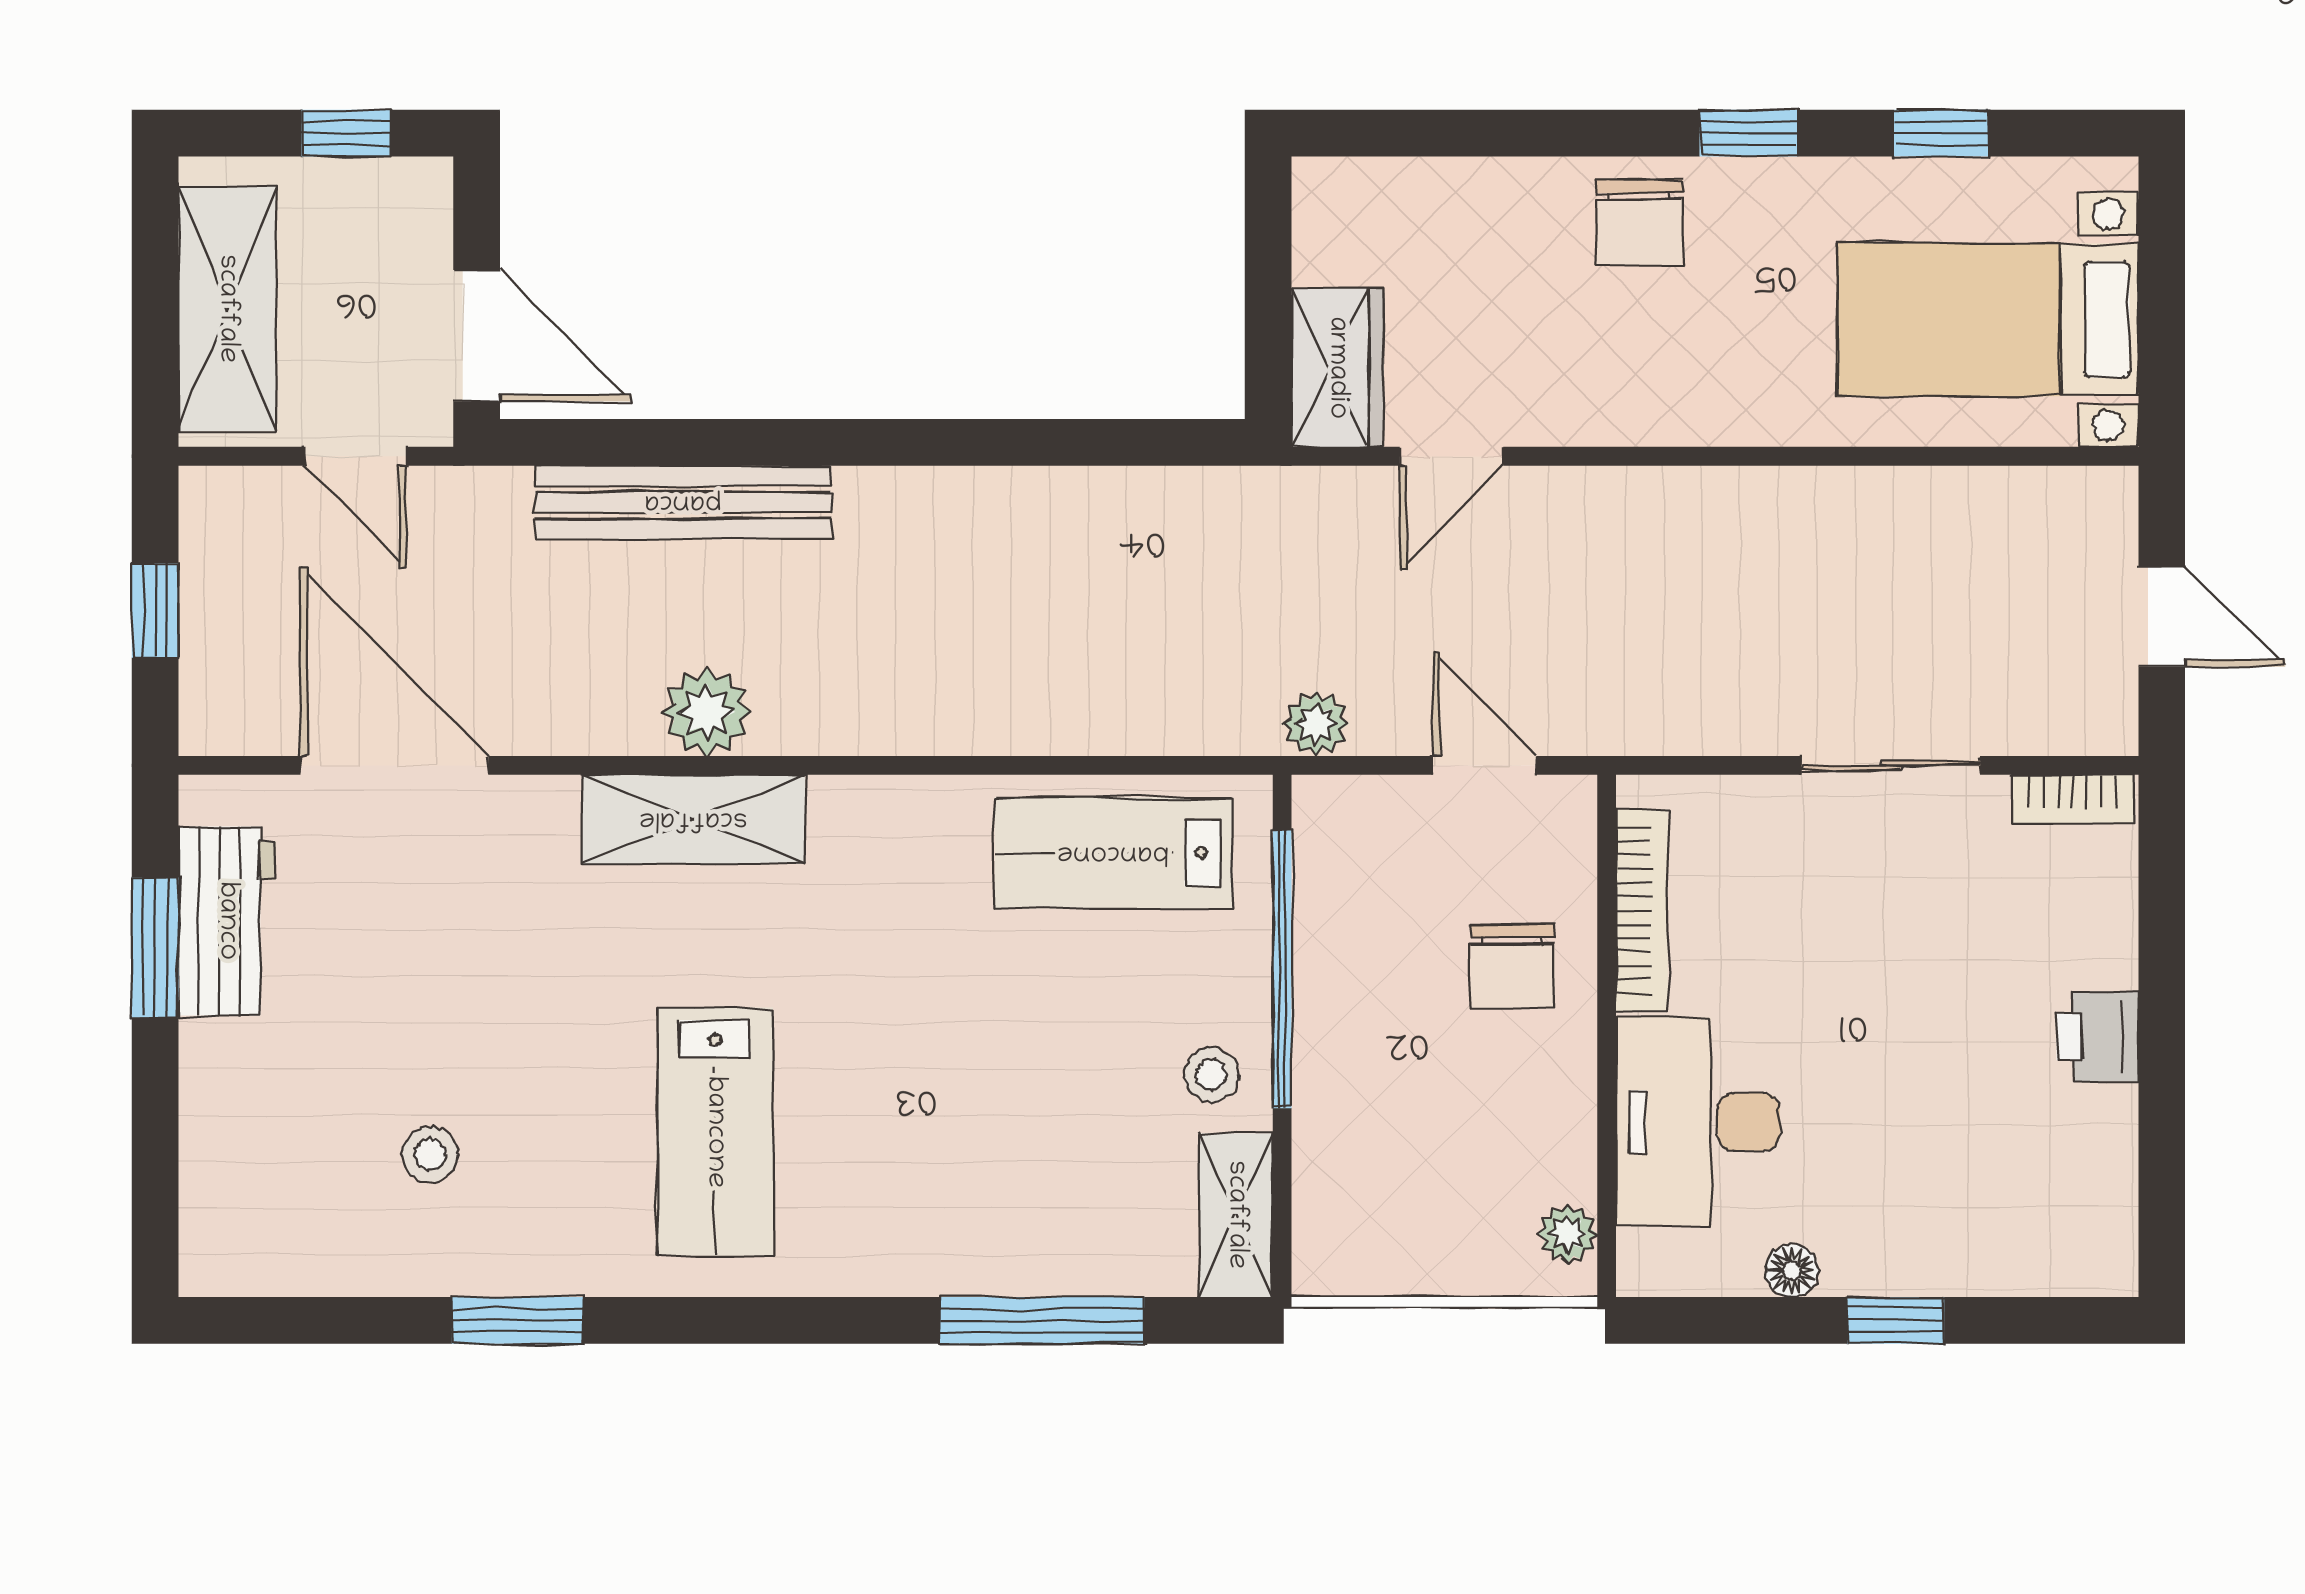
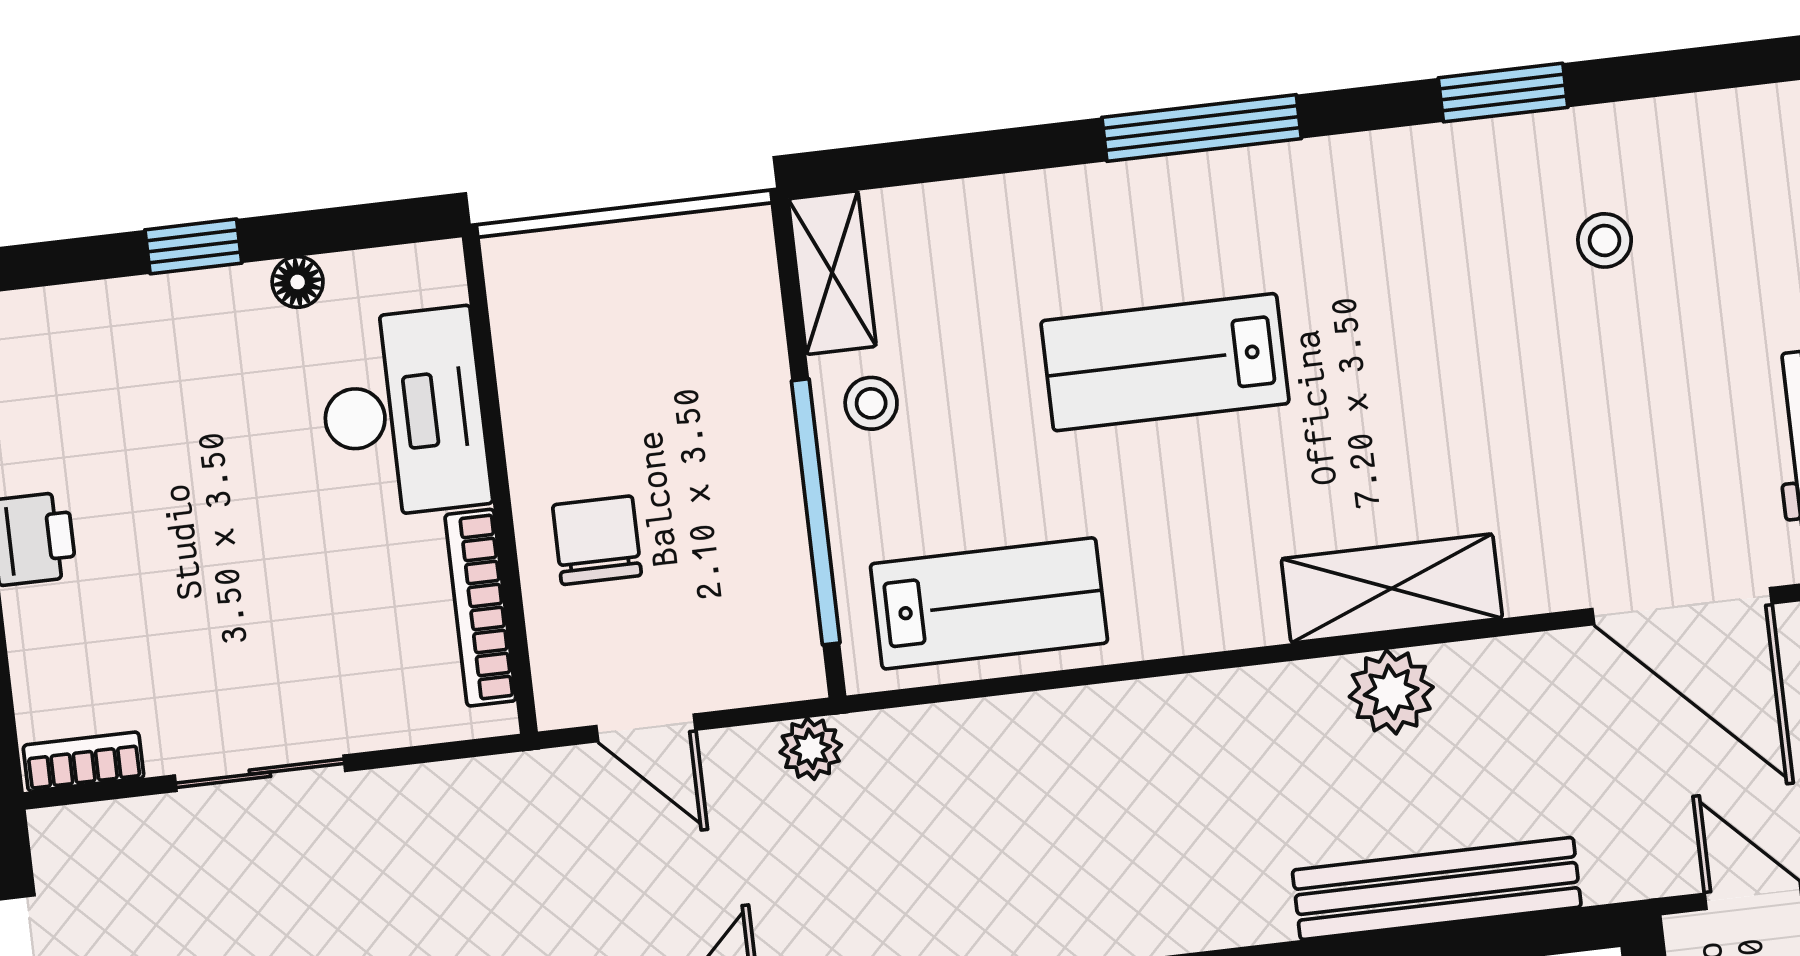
lab bench: (715, 1132) -> (1165, 362), moved, turned -90
plant: (1567, 1234) -> (515, 292), removed
window: (1042, 1320) -> (1202, 128), moved

